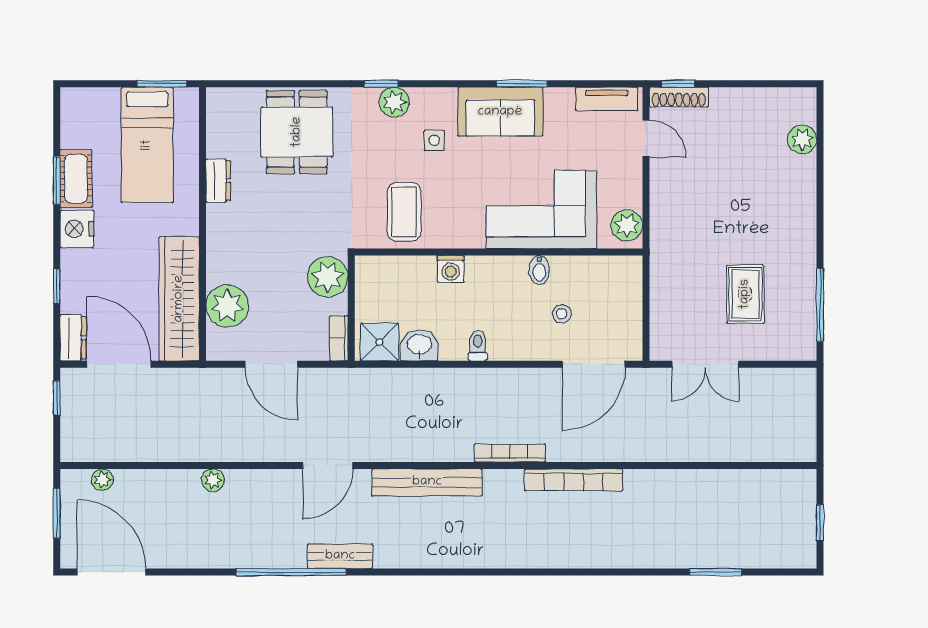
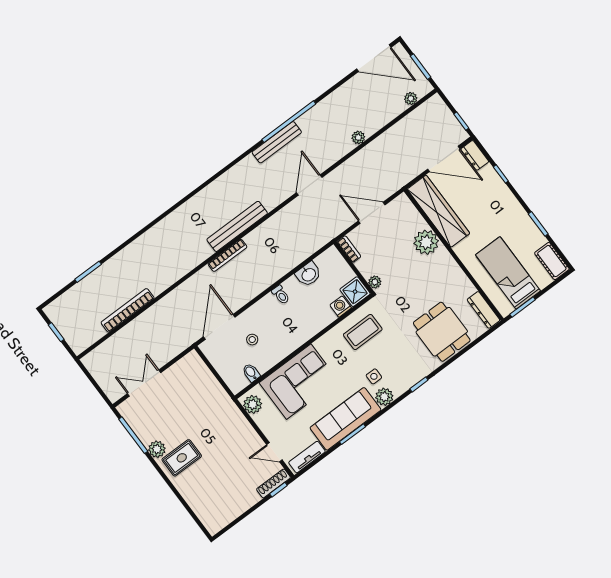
plant: (394, 102) -> (384, 397), moved
sofa: (500, 112) -> (345, 419), width x1.36
plant: (802, 139) -> (157, 449), moved
cot: (76, 179) -> (552, 261), moved
dresser: (218, 181) -> (483, 310), moved, width x1.44
coffee table: (404, 212) -> (363, 332), turned 90
nightstand: (77, 229) -> (512, 208), removed
washing machine: (451, 269) -> (341, 307), moved
bidet: (539, 270) -> (251, 373), moved
plant: (328, 277) -> (375, 282), width x0.53, depth x0.53
rug: (745, 294) -> (182, 458), moved, turned 90
plant: (227, 306) -> (426, 242), moved
shower: (380, 342) -> (355, 292), moved
double door: (705, 364) -> (144, 383), moved
bookcase: (574, 480) -> (128, 310), moved
bench: (427, 482) -> (237, 226), moved
bench: (340, 556) -> (277, 142), width x1.36

